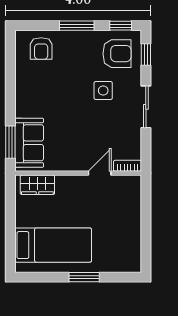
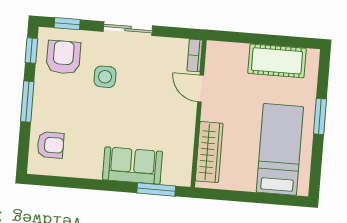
sofa: (29, 143) -> (132, 166), moved
wardrobe: (37, 185) -> (209, 152), width x1.50
cot: (129, 236) -> (277, 61), added

